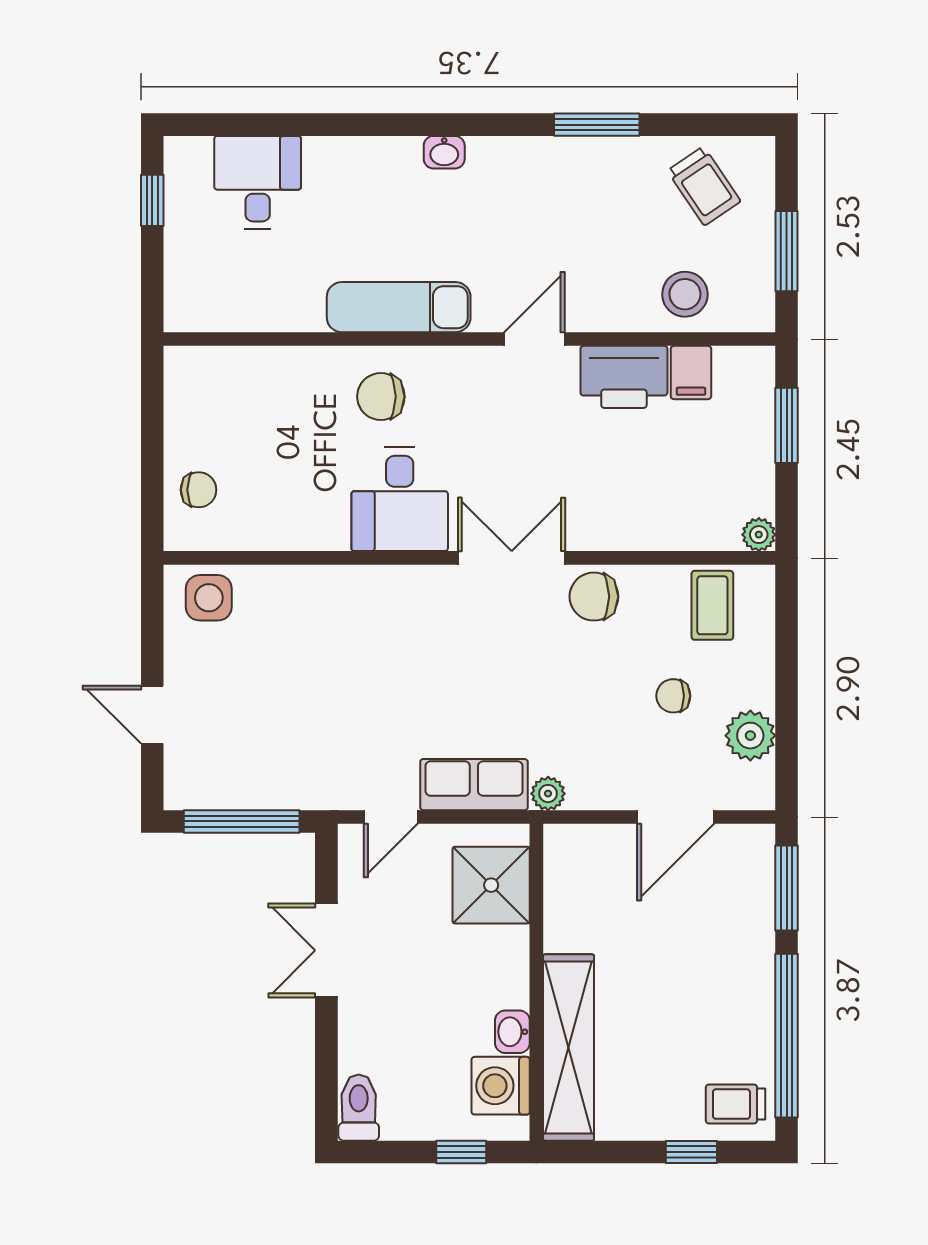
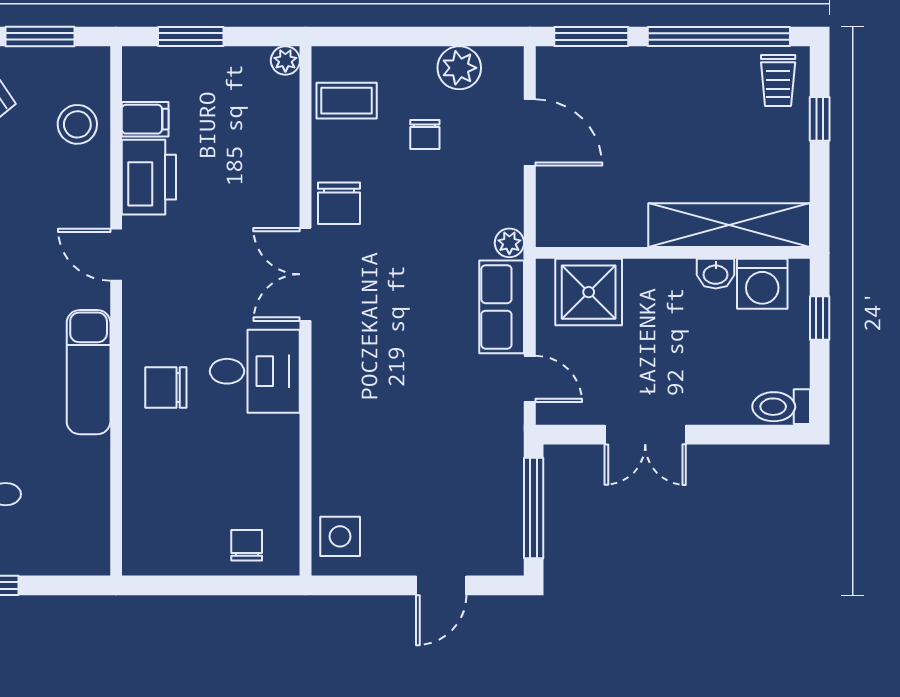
chair: (381, 397) -> (166, 388), turned 90

